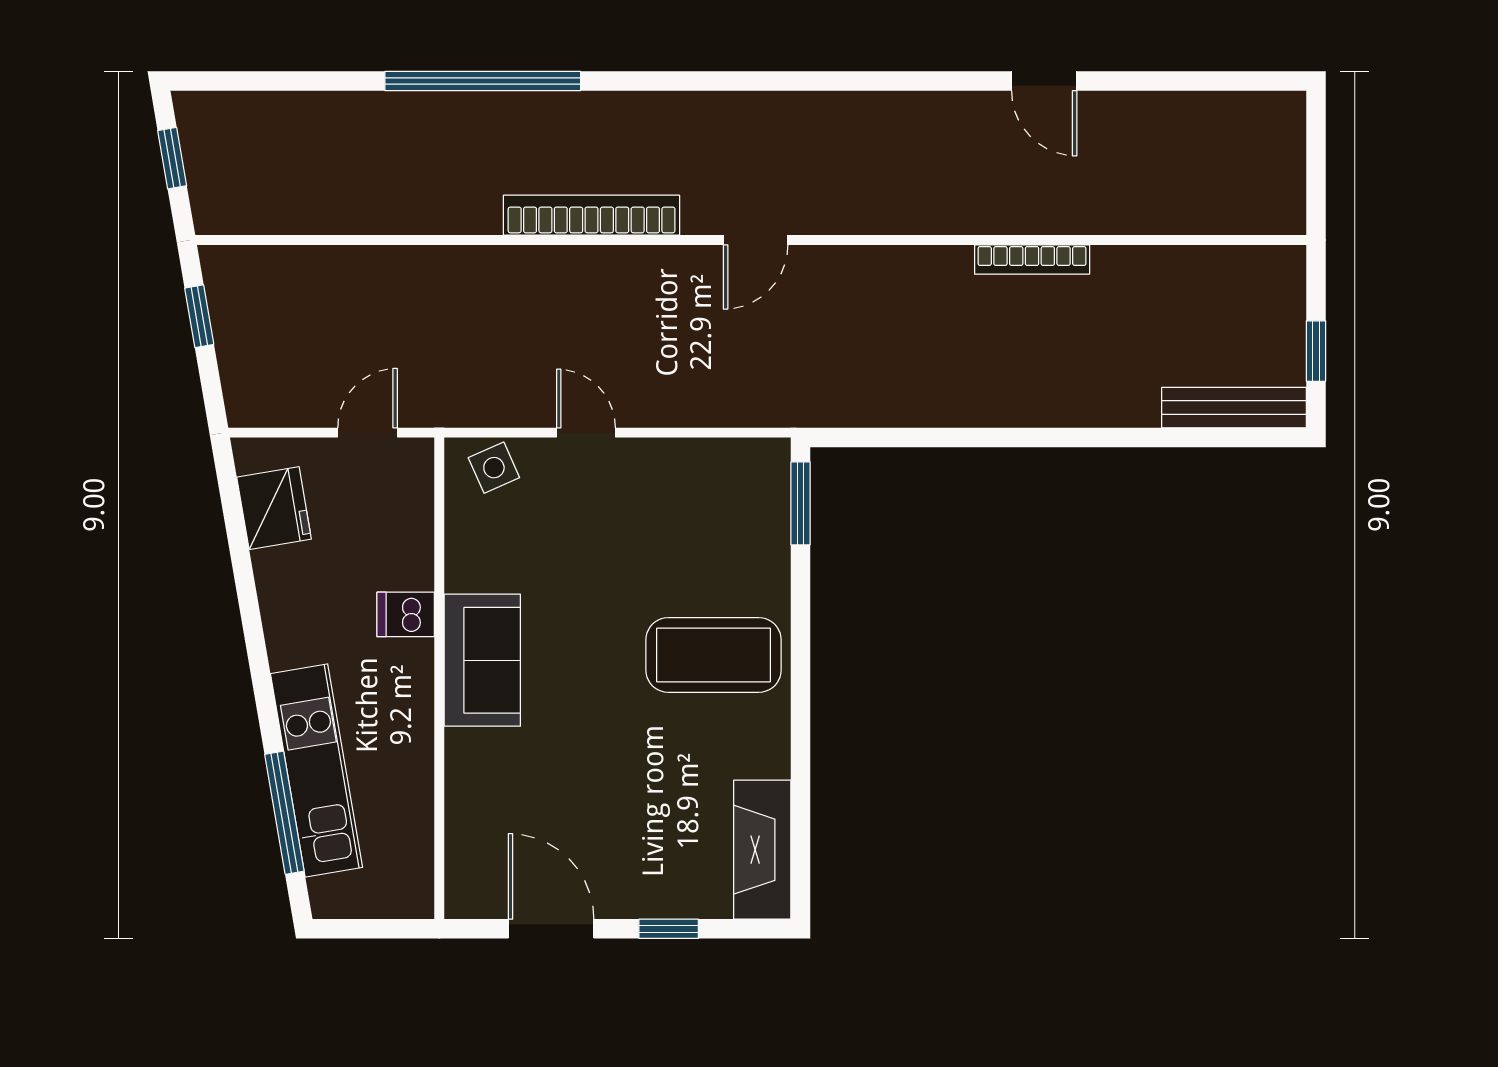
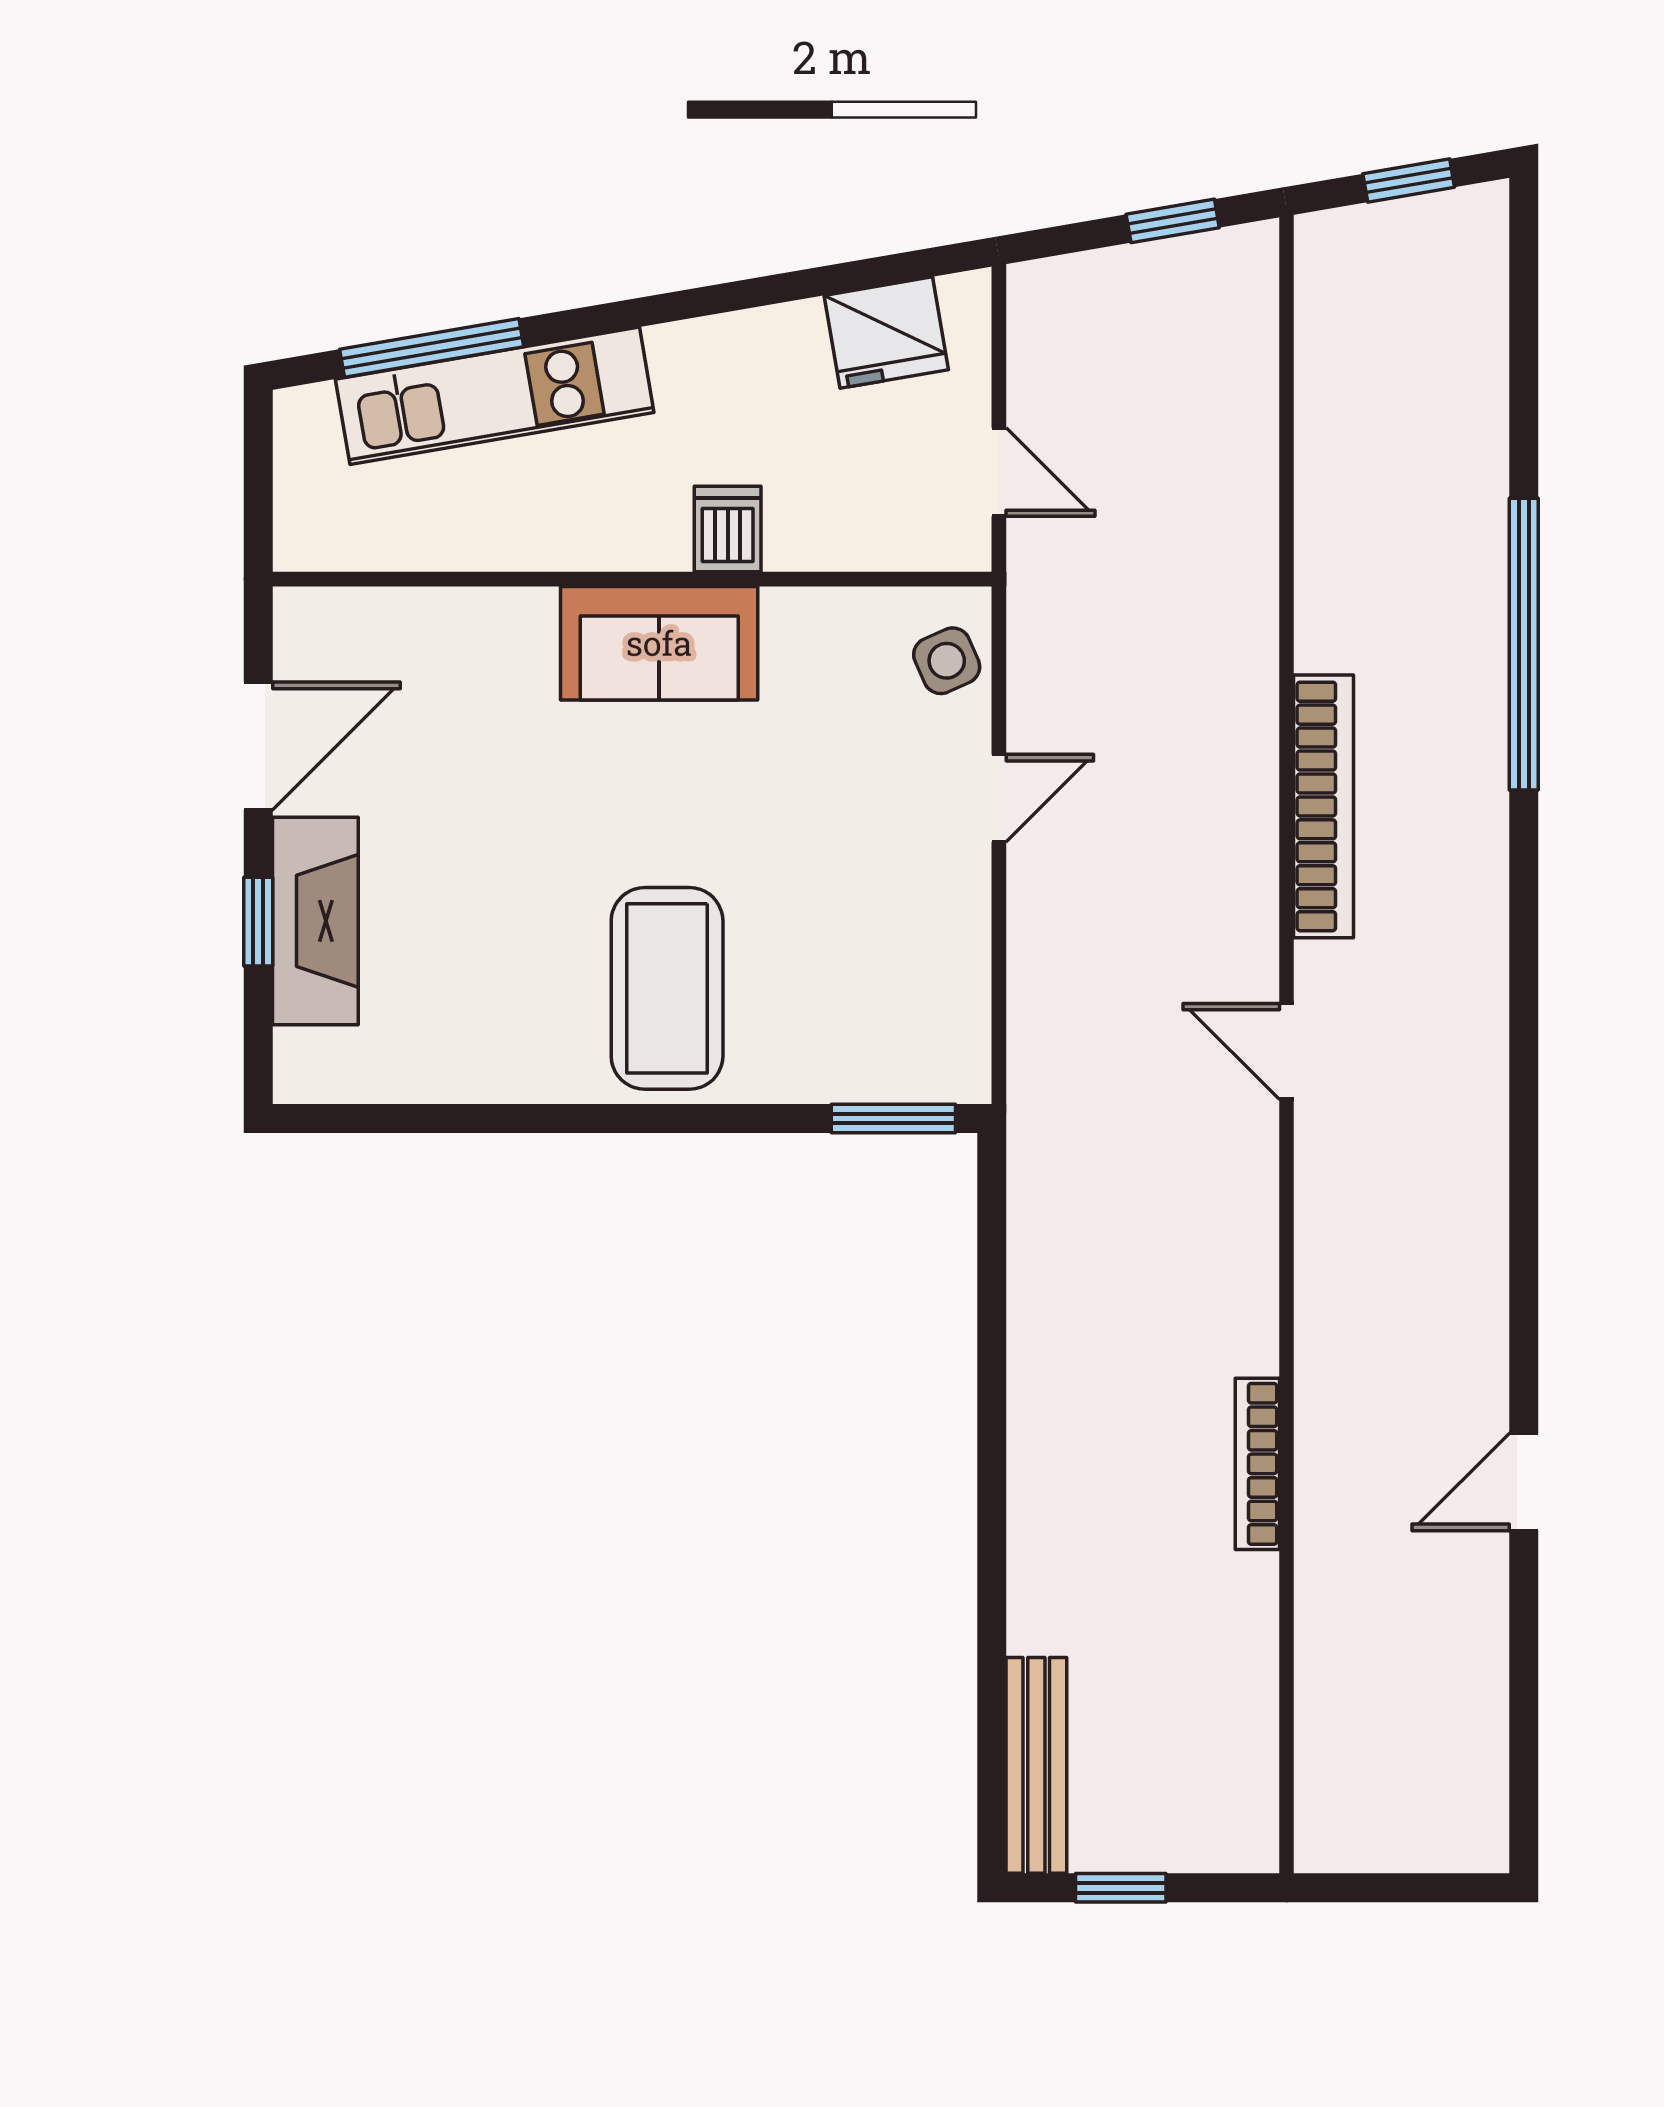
fireplace: (762, 850) -> (315, 921), moved, turned 90

